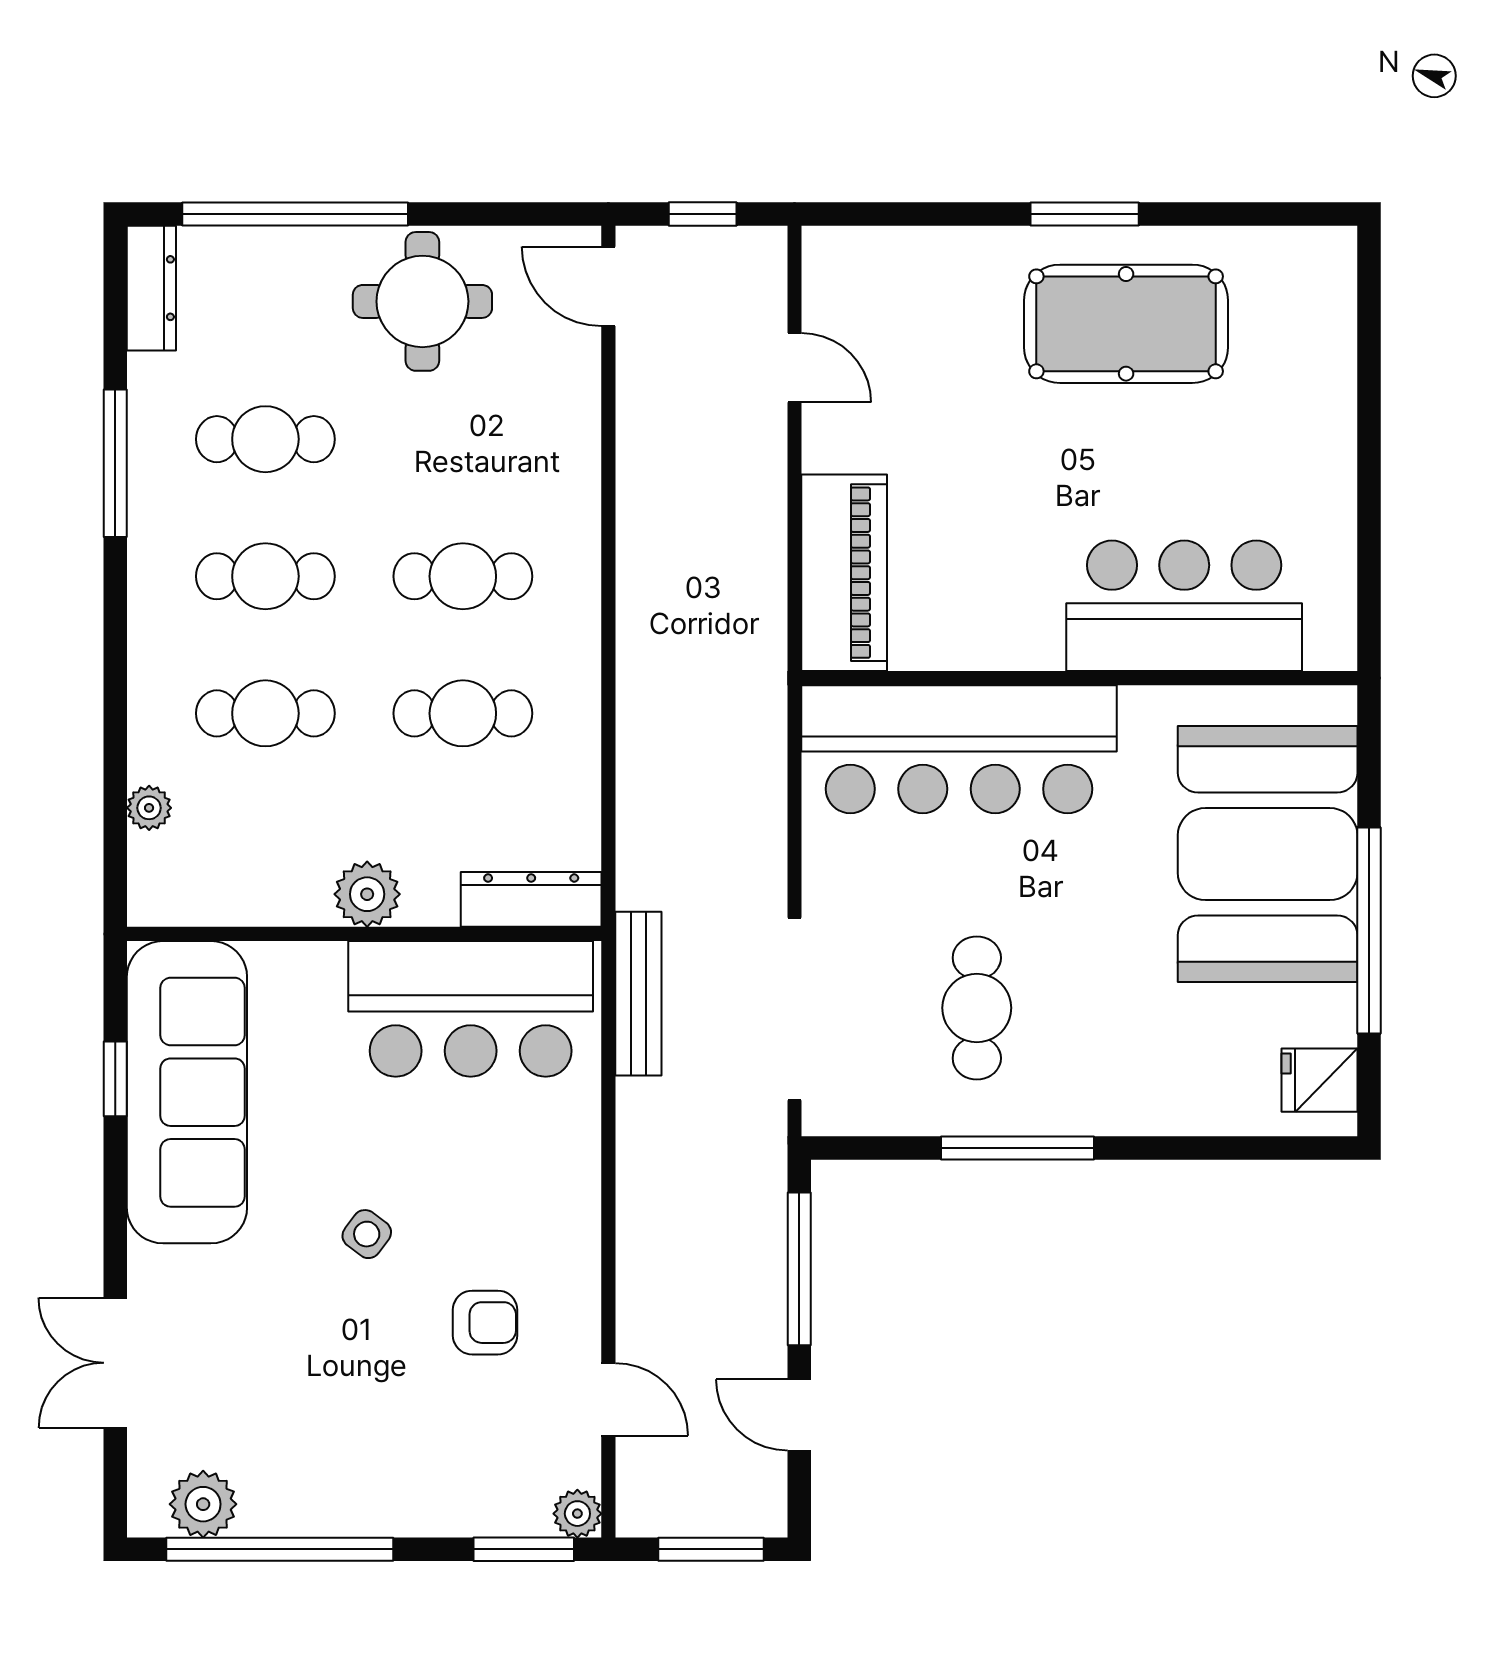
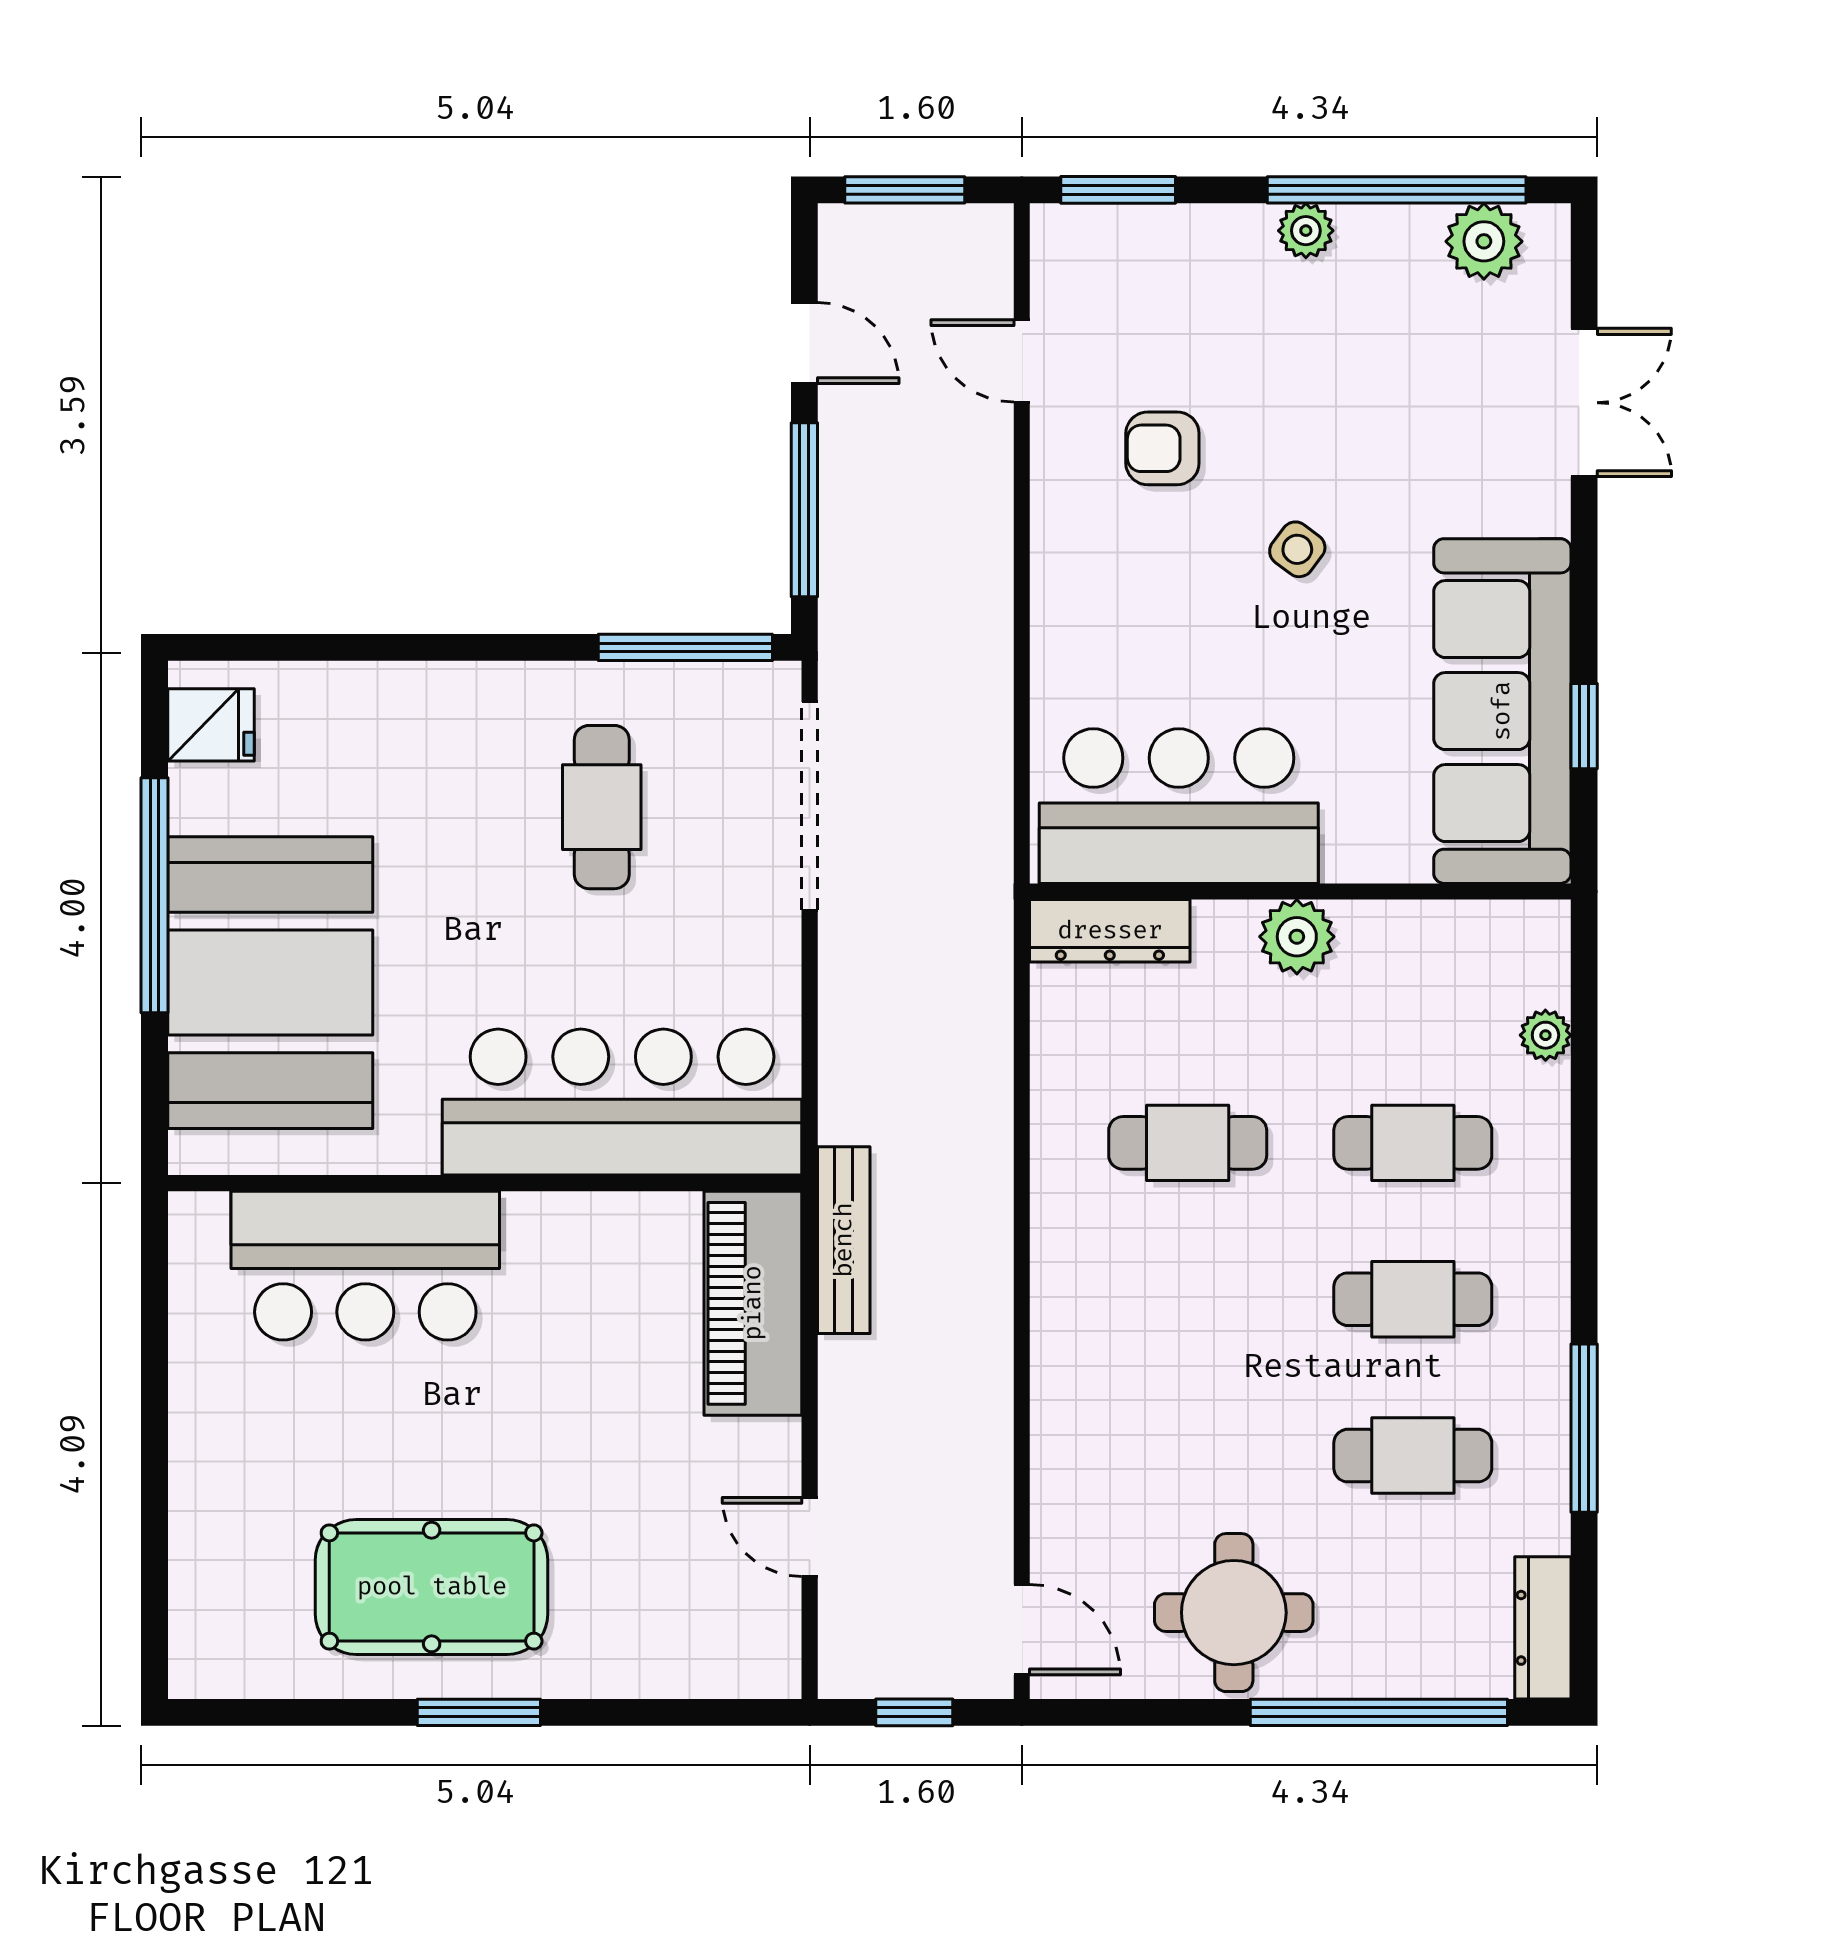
cafe table: (463, 576) -> (1188, 1299), removed
bench: (638, 994) -> (844, 1240), moved
window: (1018, 1148) -> (685, 647), moved
plant: (577, 1514) -> (1306, 231), moved

